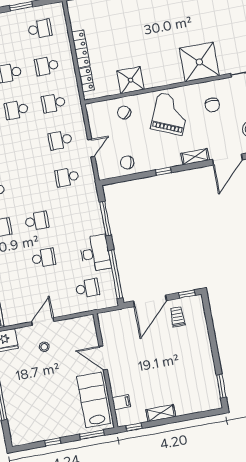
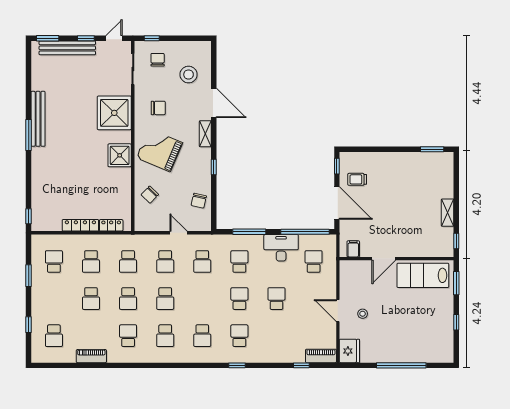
shower: (131, 80) -> (120, 155), moved
school desk: (23, 147) -> (165, 299), added
school desk: (74, 214) -> (239, 261), added
filing cabinet: (121, 402) -> (353, 249), moved

